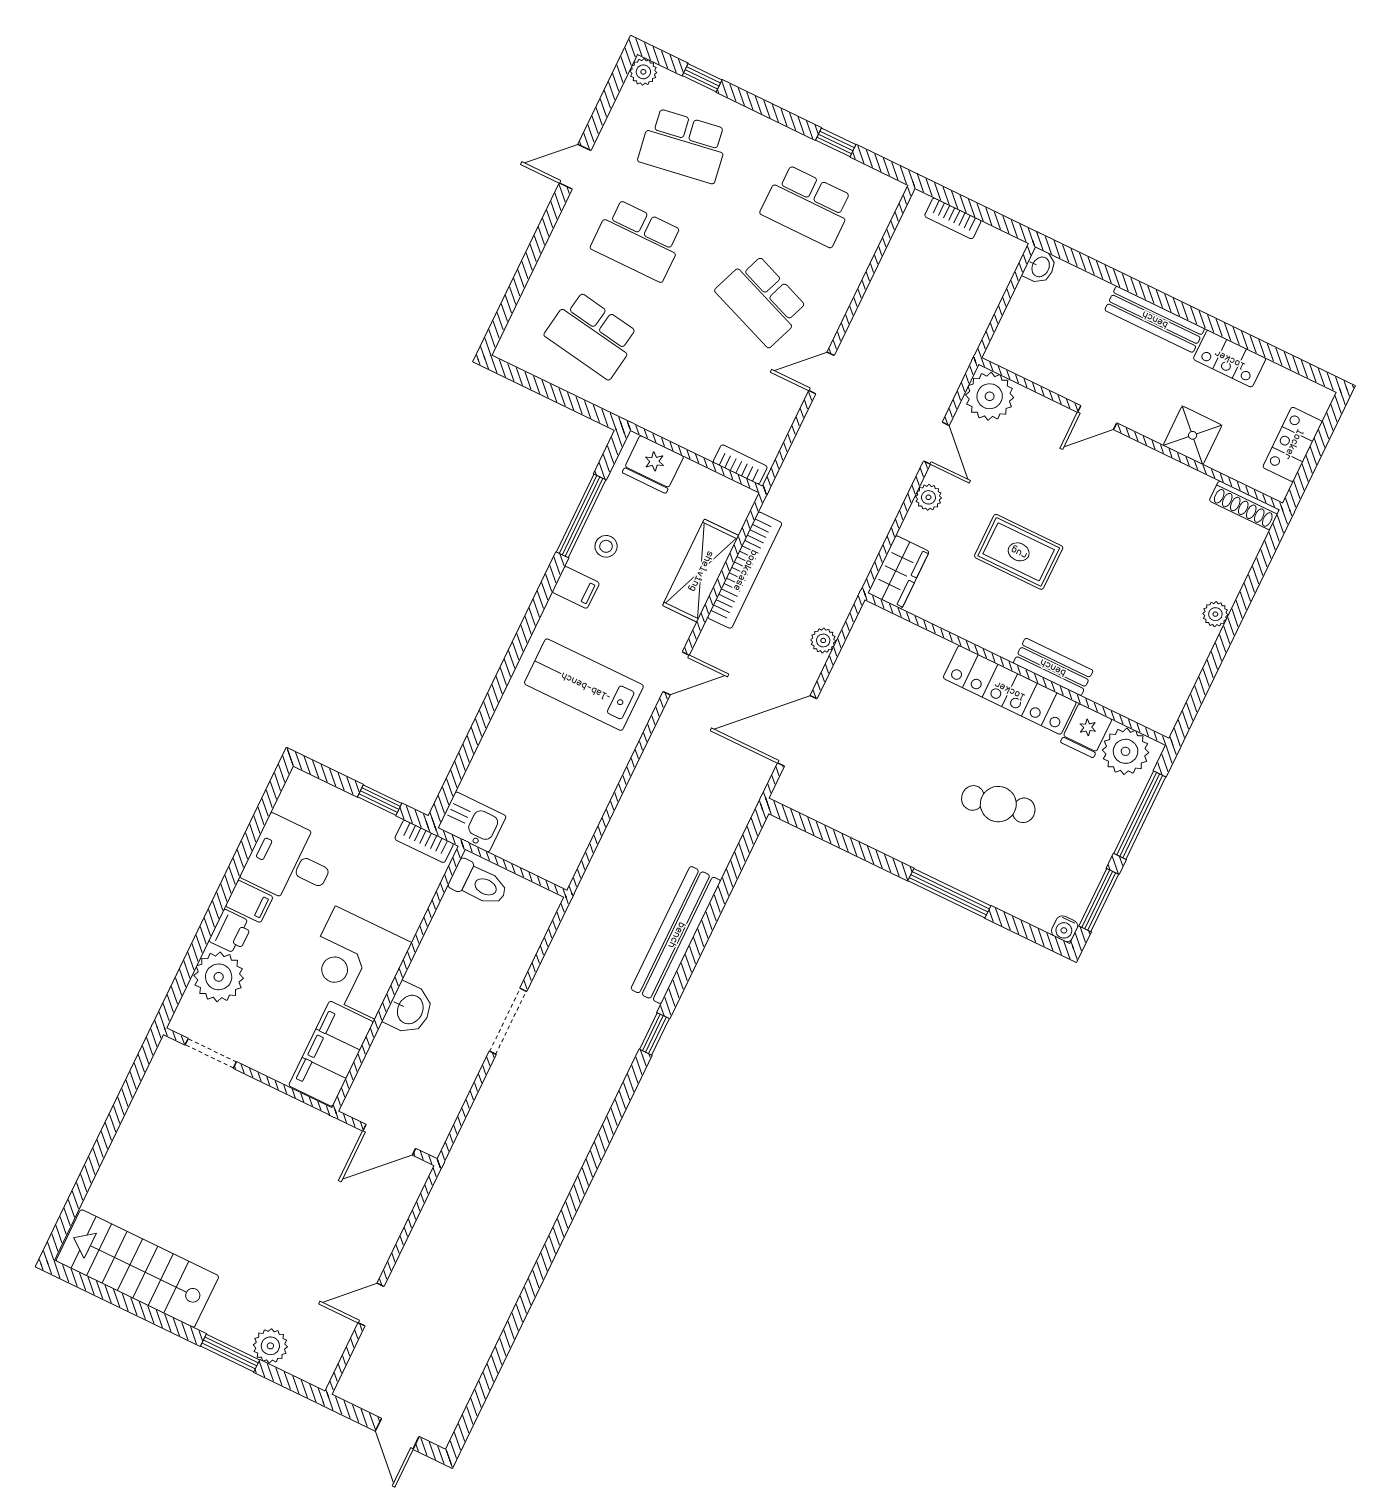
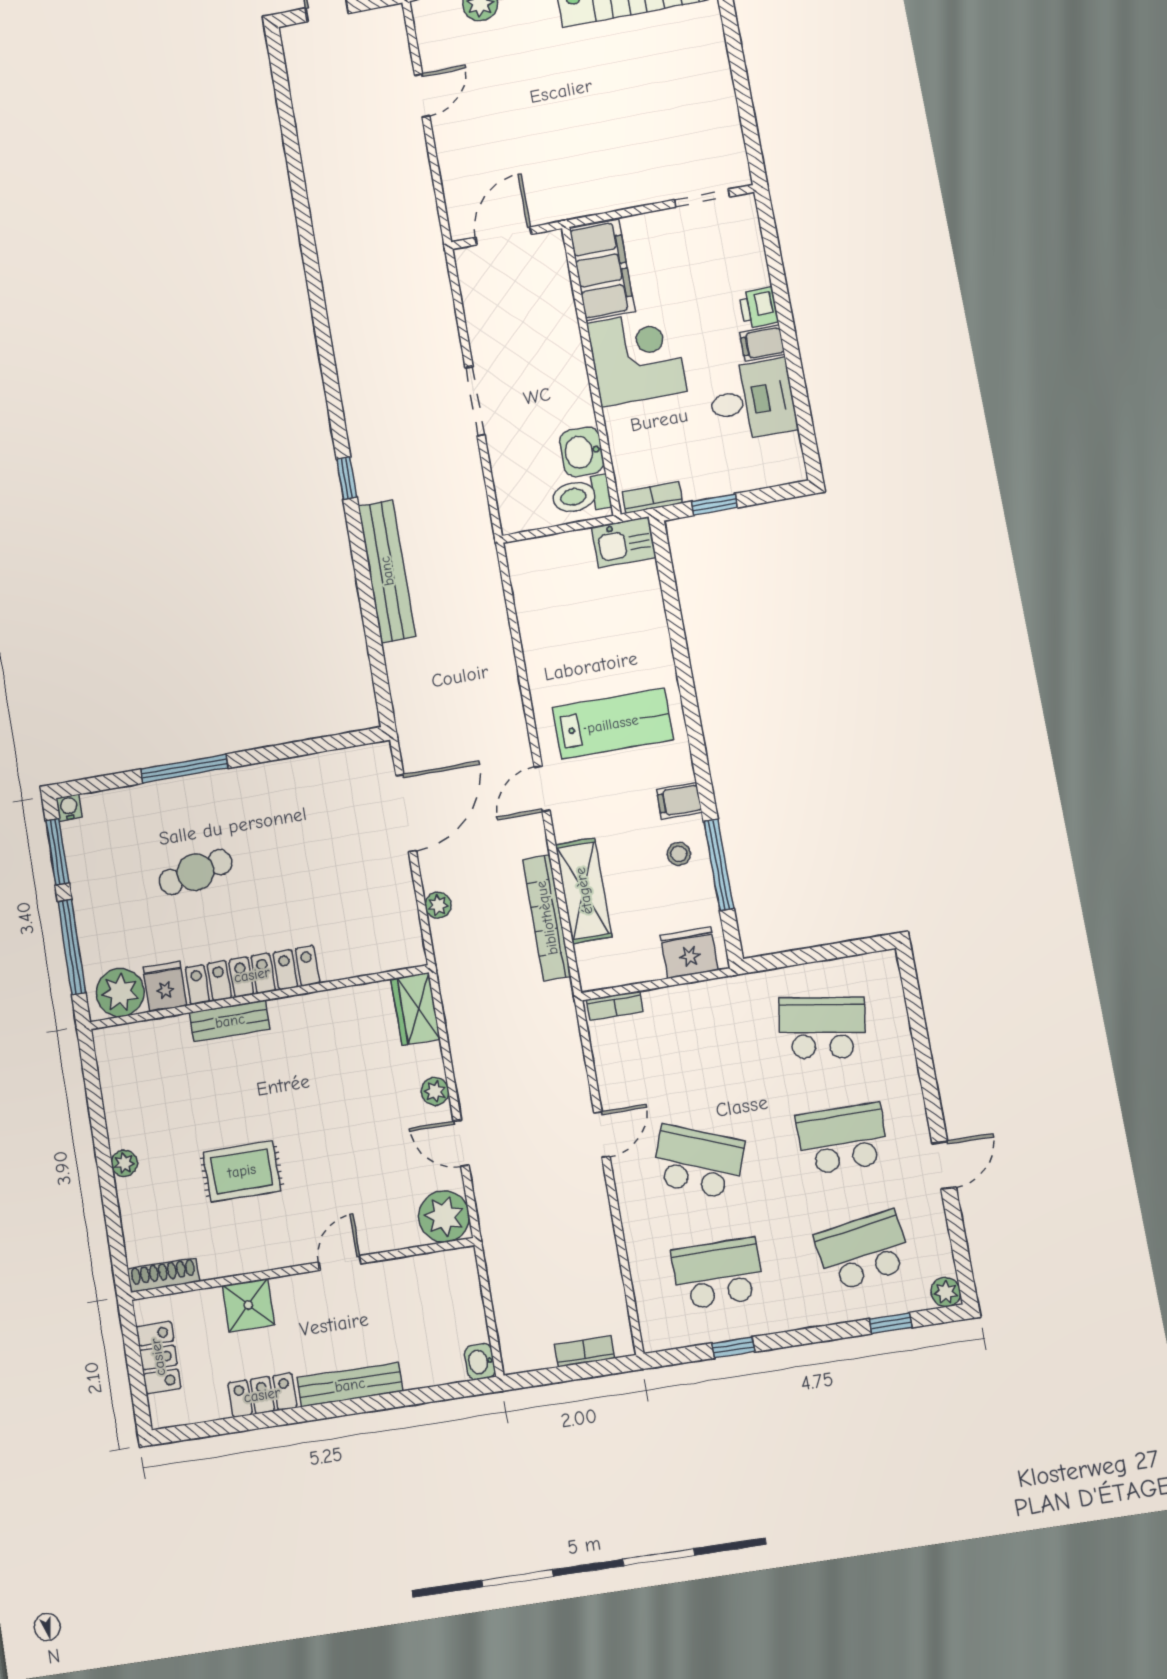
rug: (1019, 552) -> (242, 1171), moved
plant: (219, 977) -> (742, 264), removed
washbasin: (409, 1009) -> (582, 452), moved

